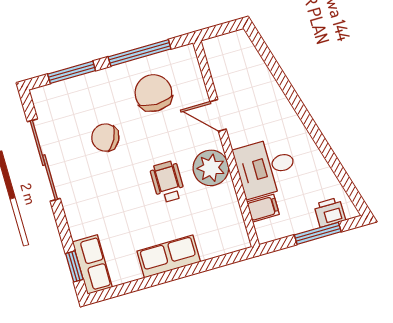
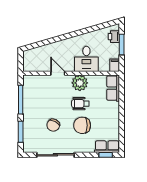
chair: (153, 93) -> (82, 125), moved
door: (218, 115) -> (58, 73), swing flipped
filing cabinet: (263, 208) -> (115, 65), moved
row of seats: (169, 256) -> (113, 88), moved

